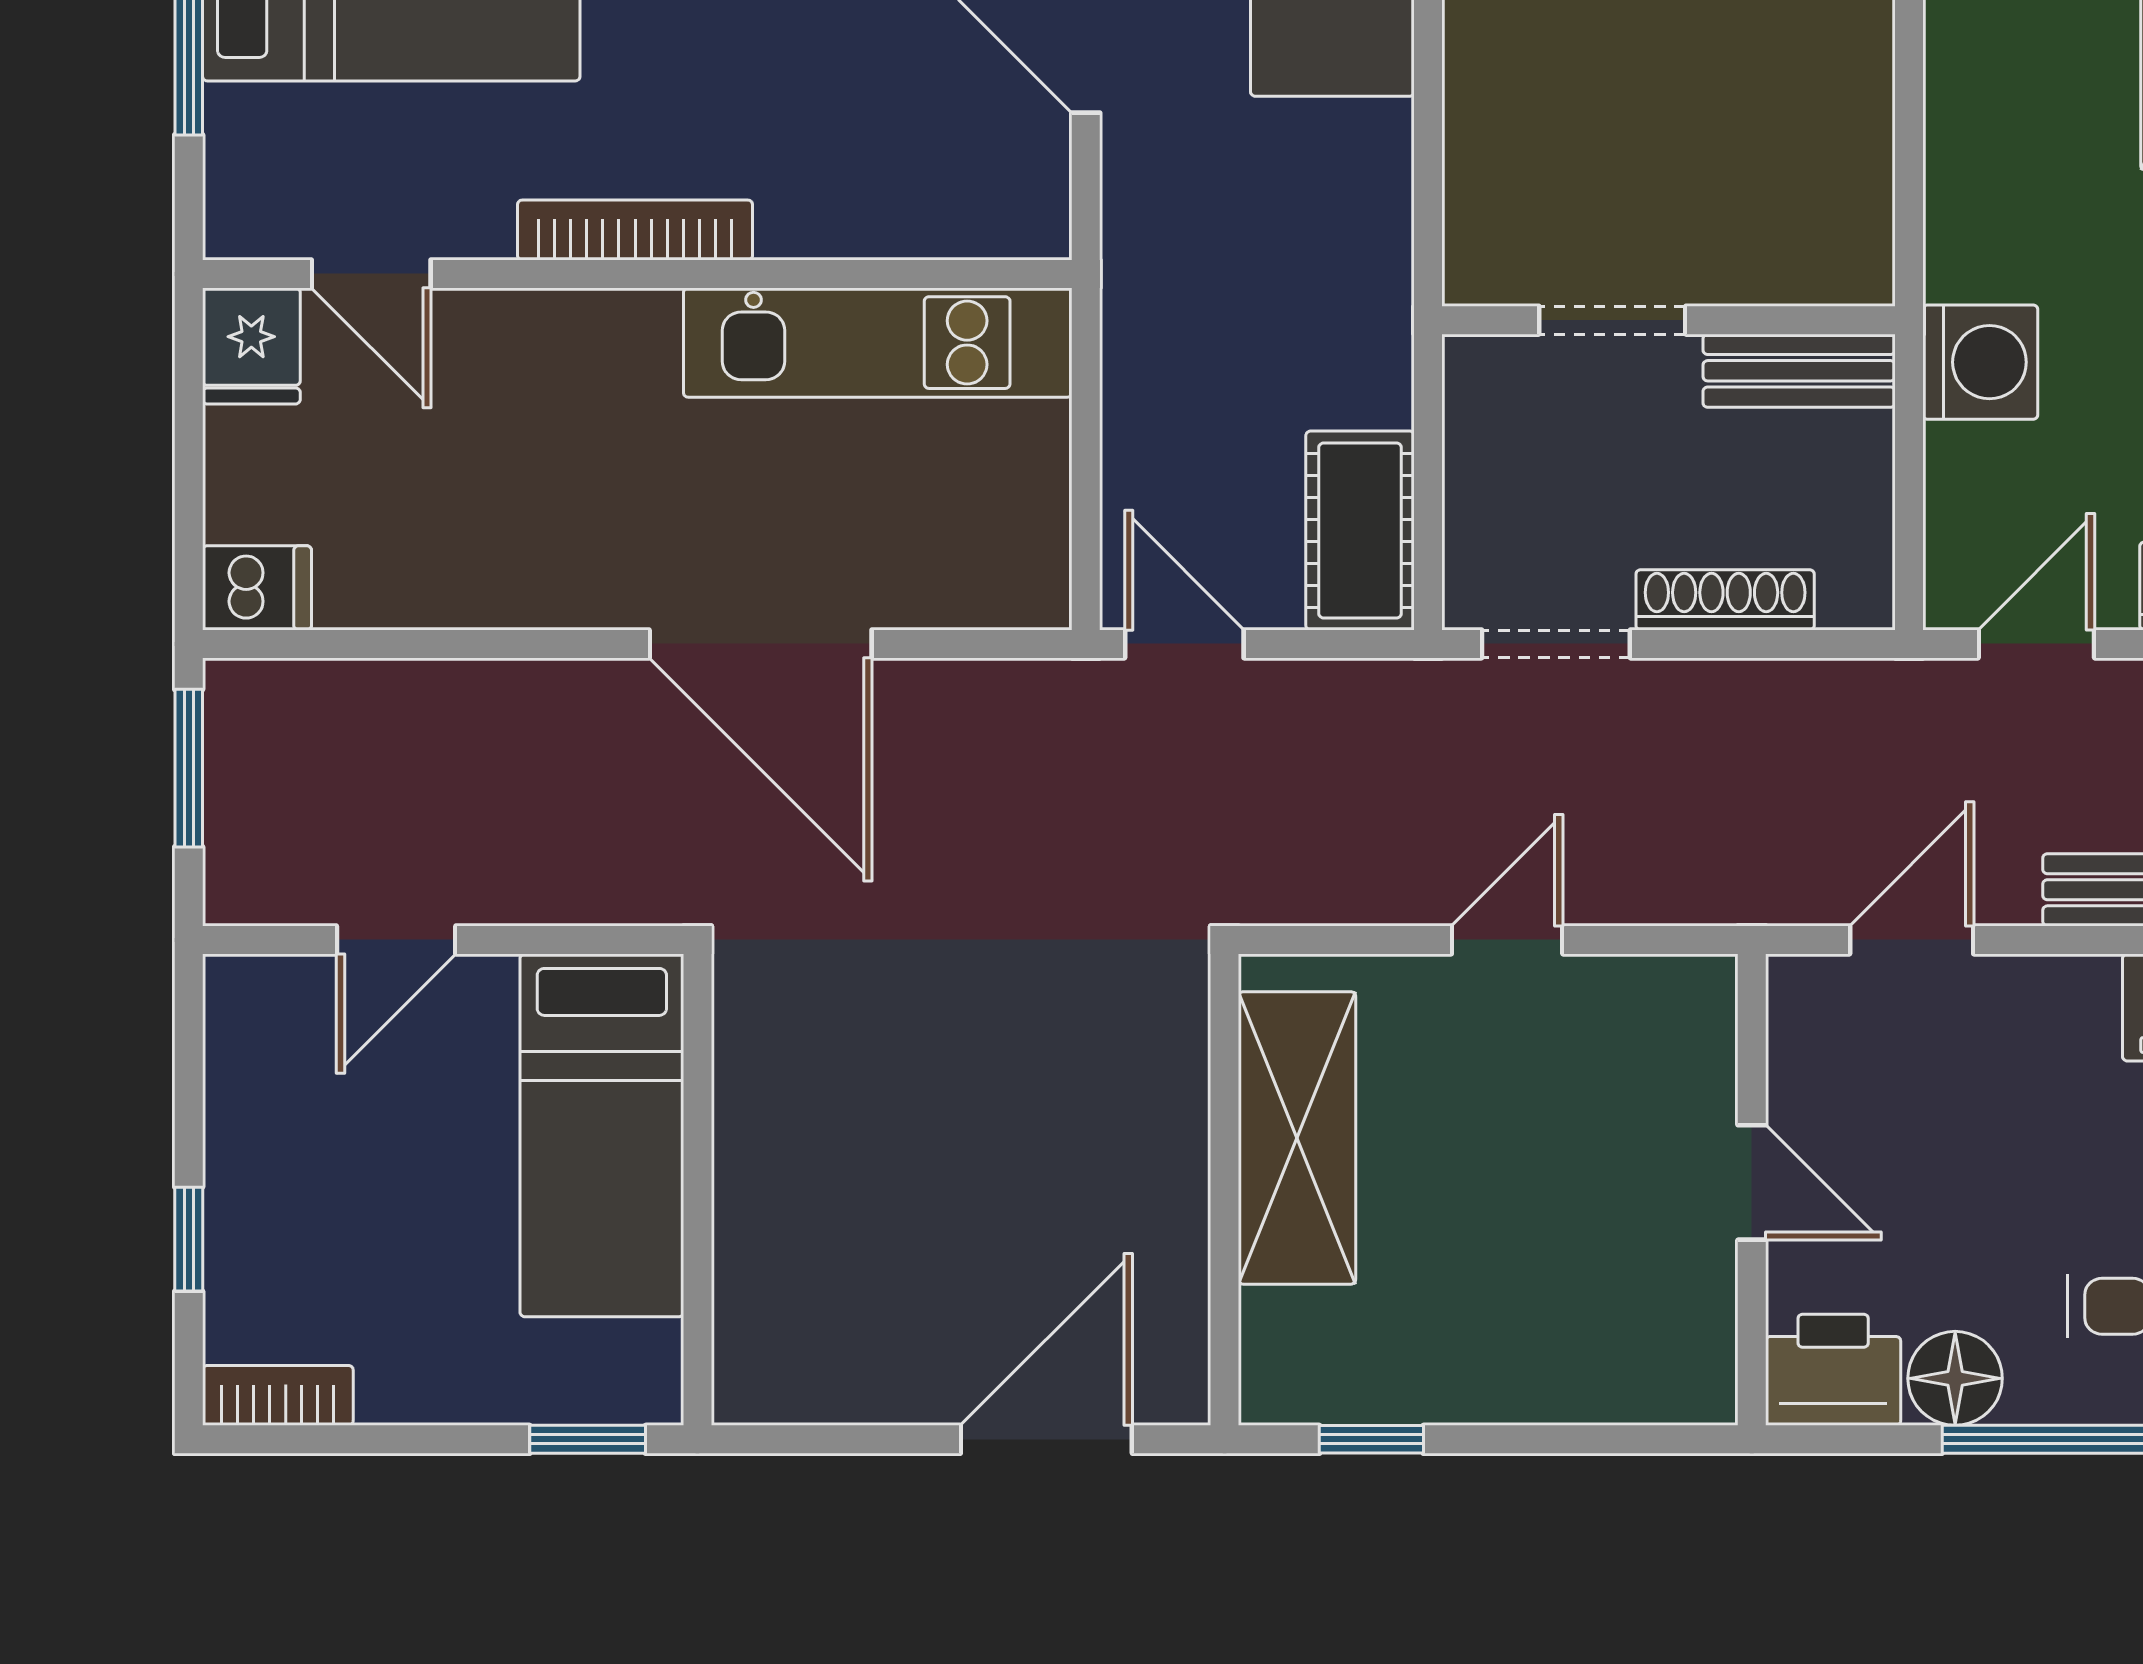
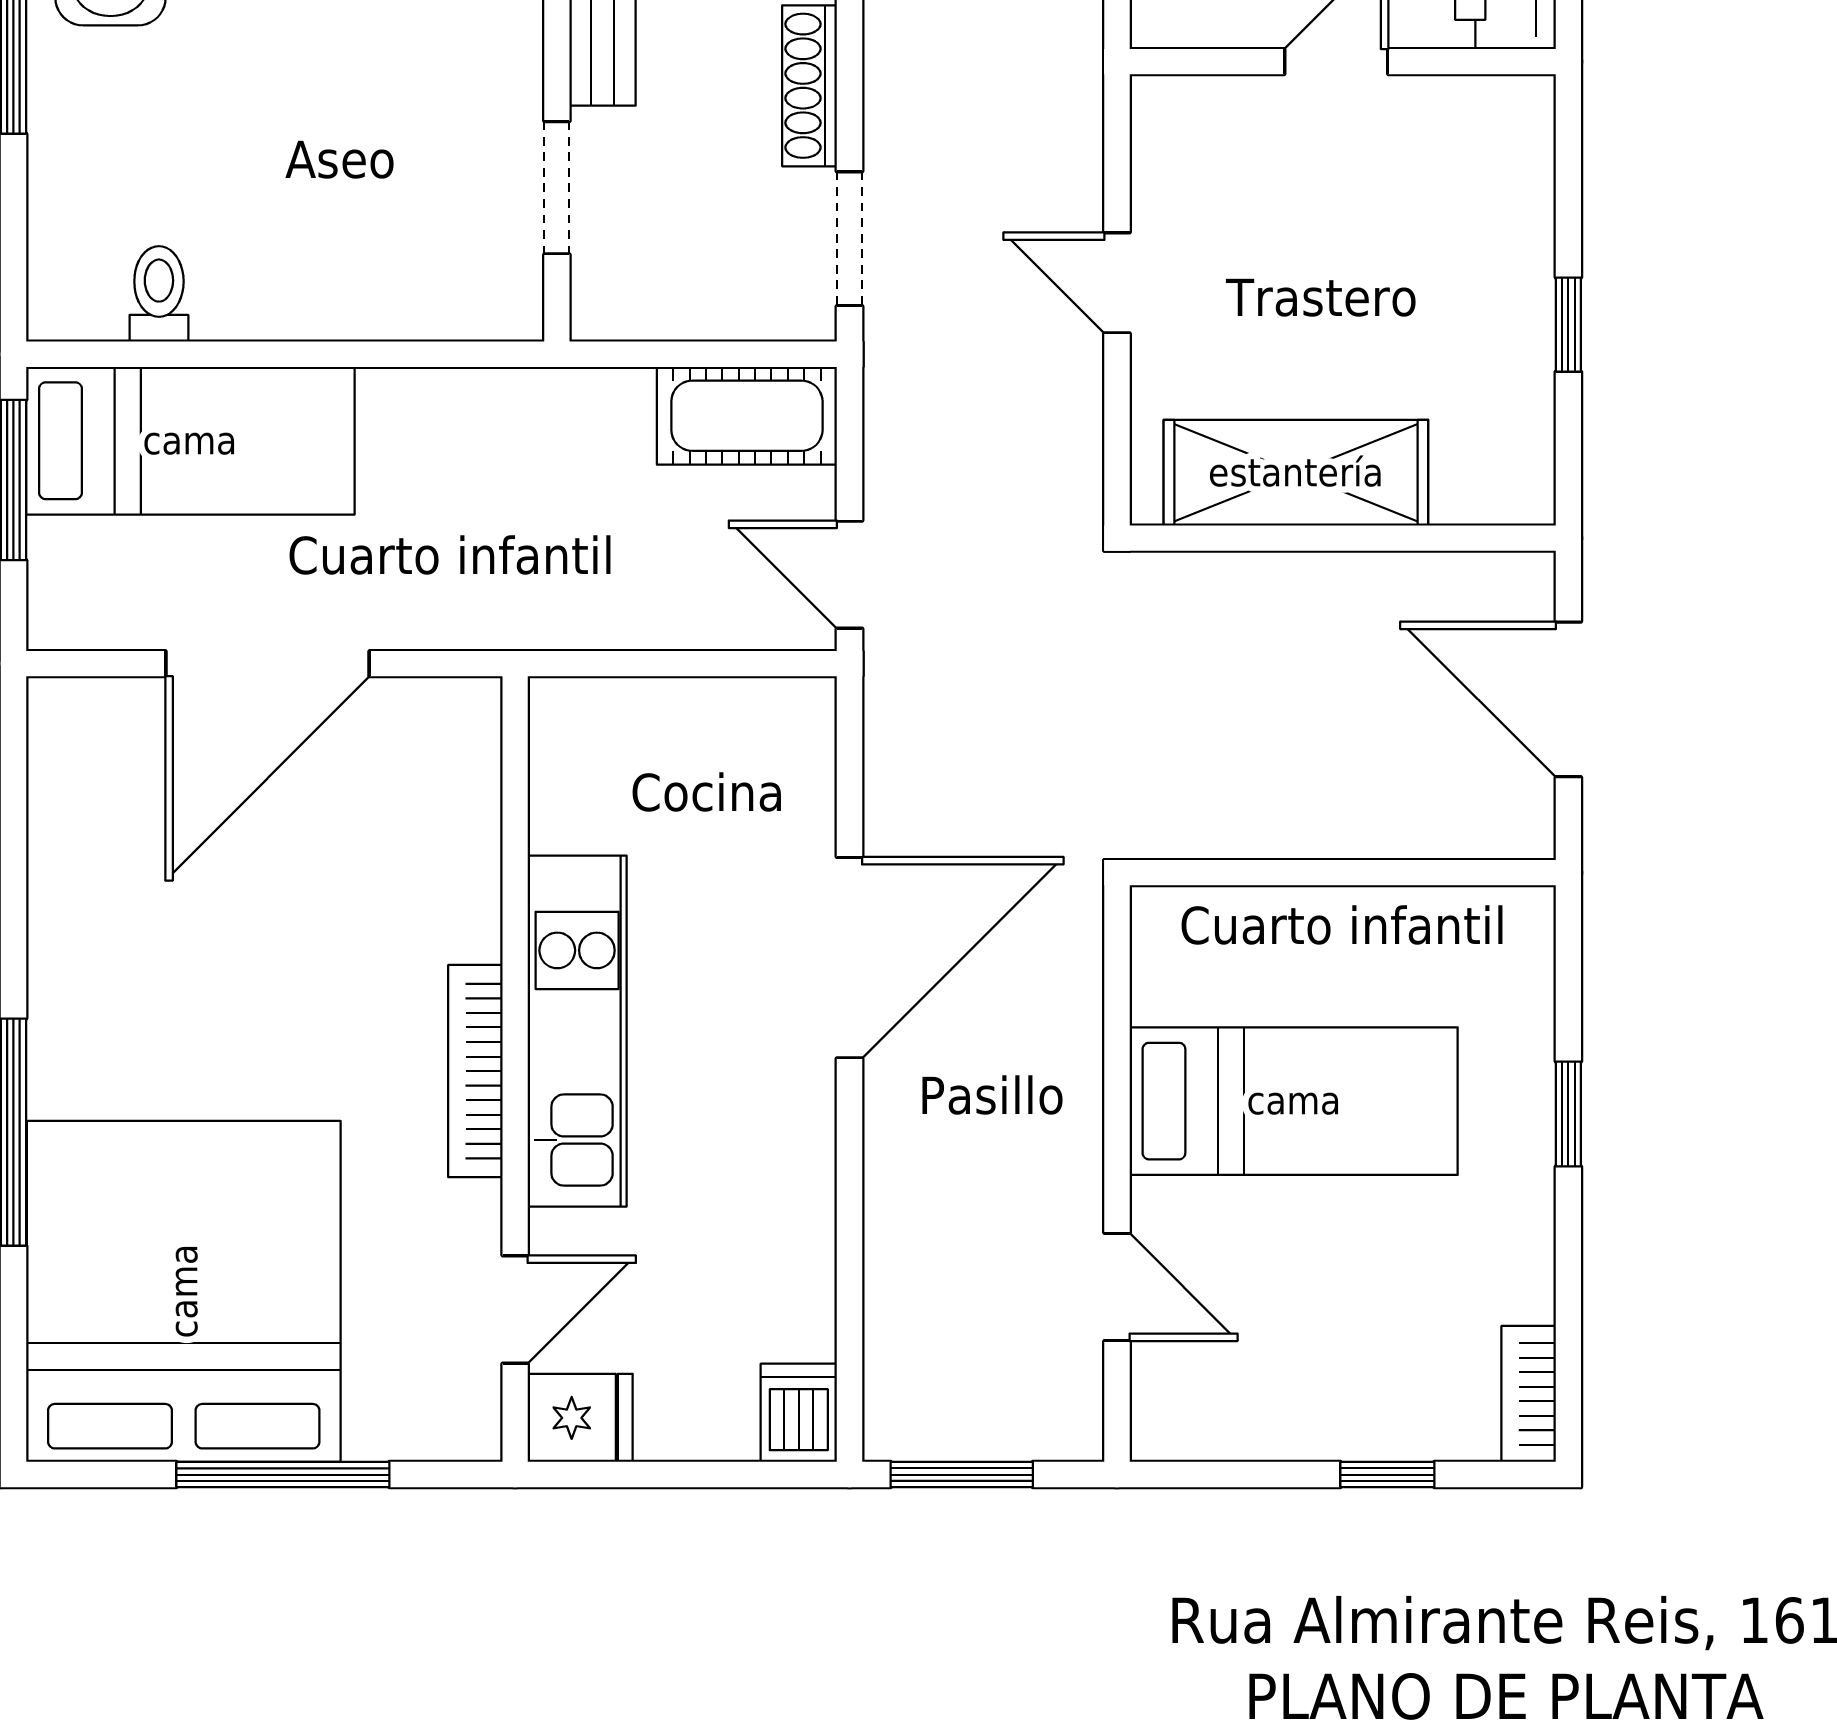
kitchen unit: (878, 343) -> (577, 1031), moved
door: (1184, 644) -> (849, 575), hinge flipped
wall: (697, 1190) -> (1343, 873), moved
window: (1371, 1439) -> (1568, 325), moved

